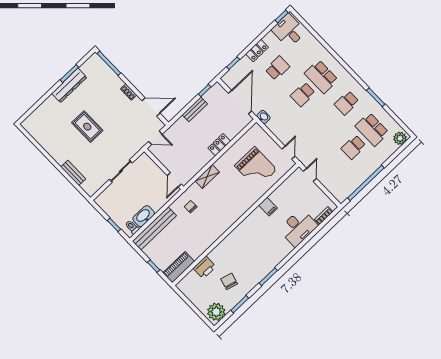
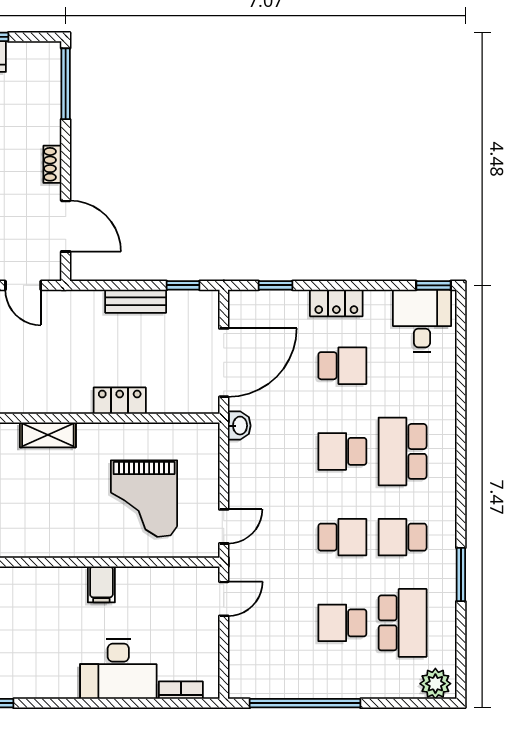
school desk: (328, 121) -> (342, 537), added
school desk: (372, 129) -> (403, 623), turned 180

